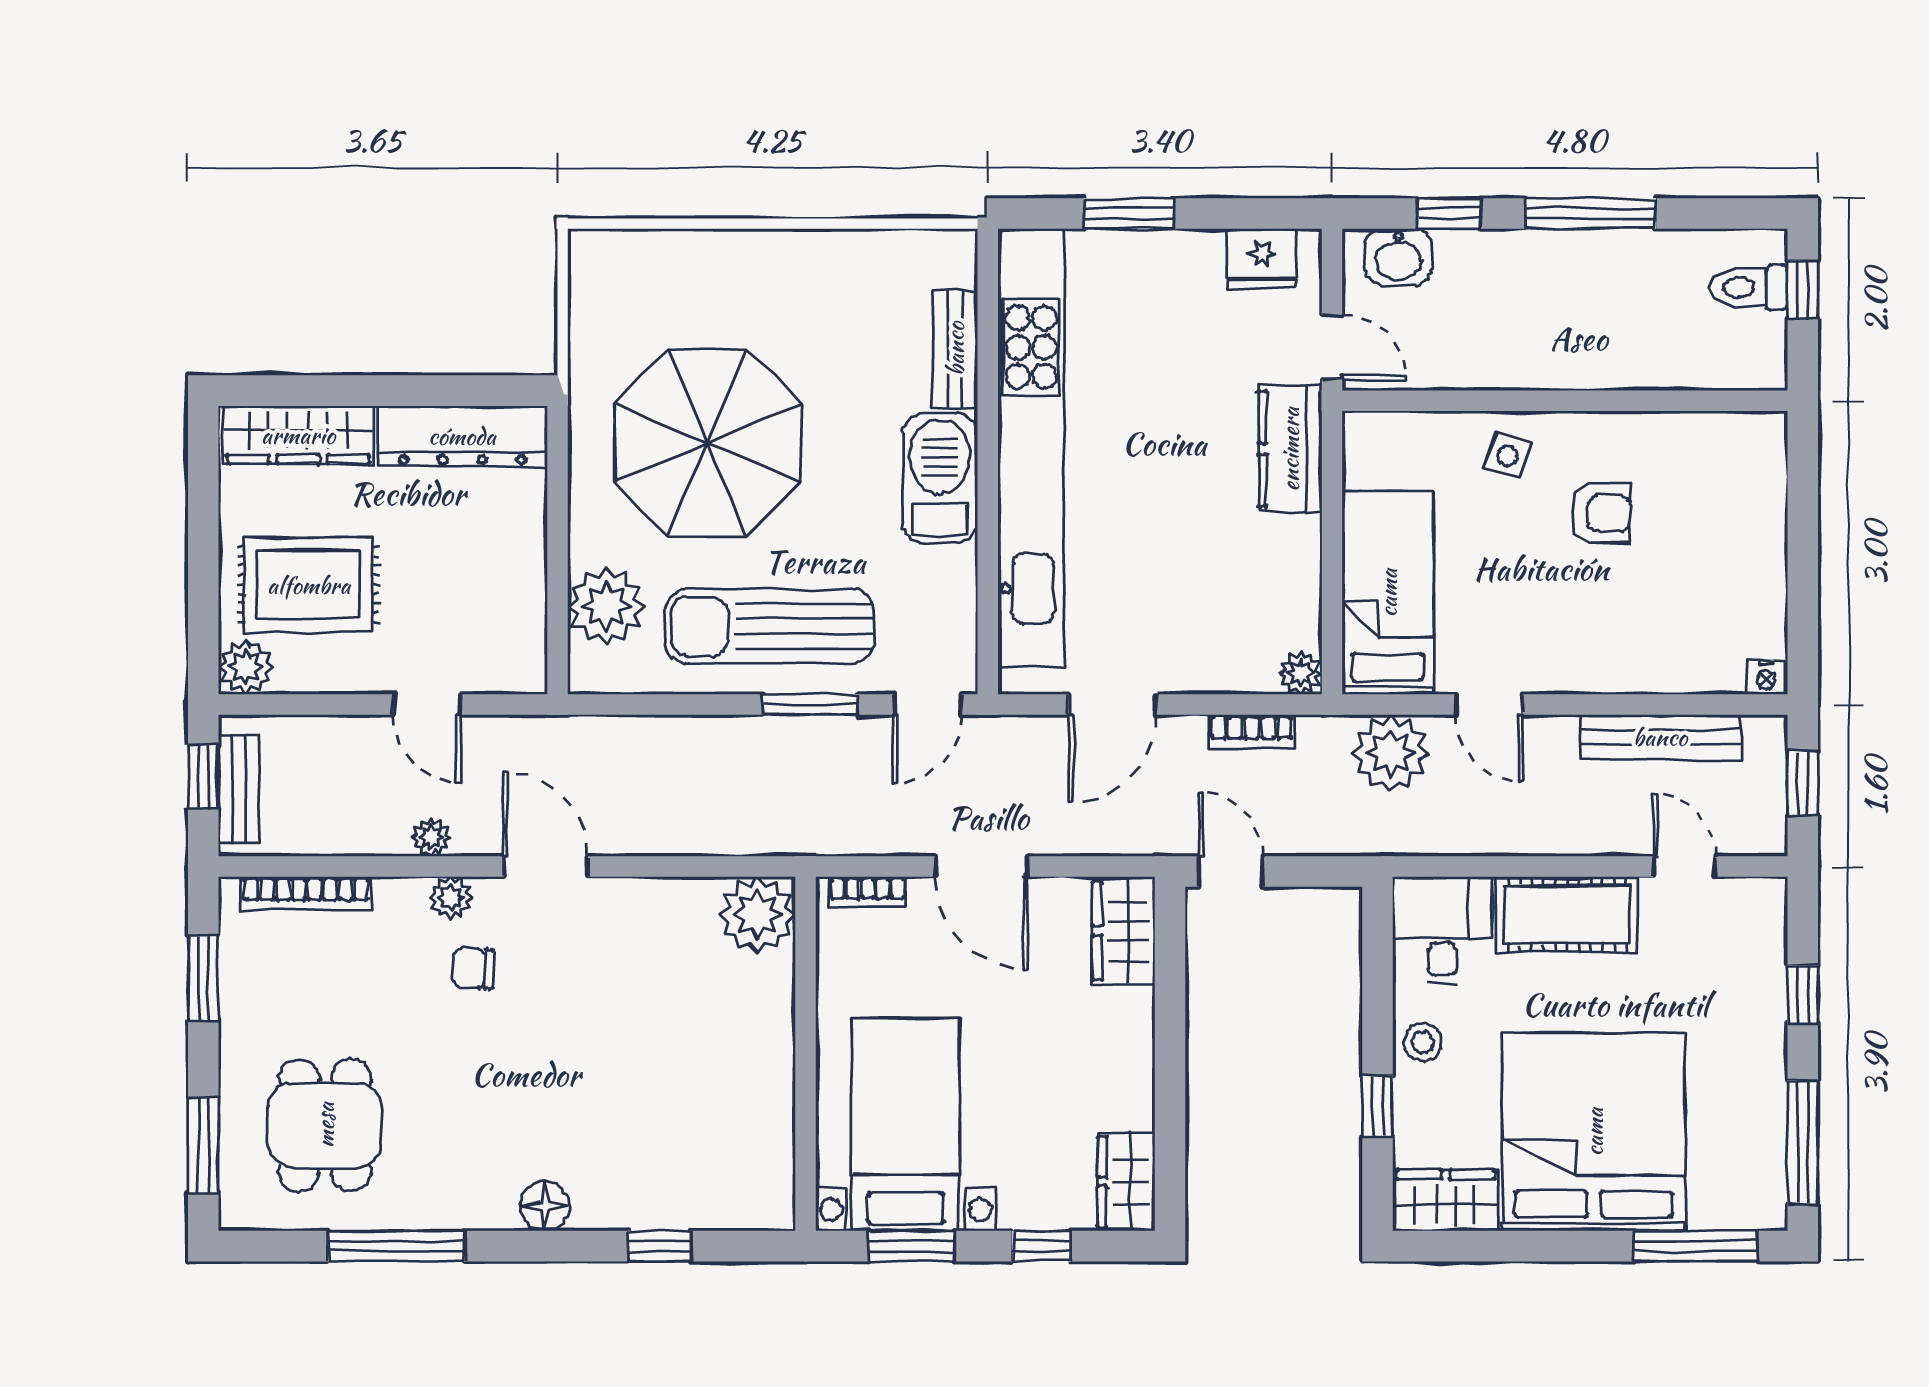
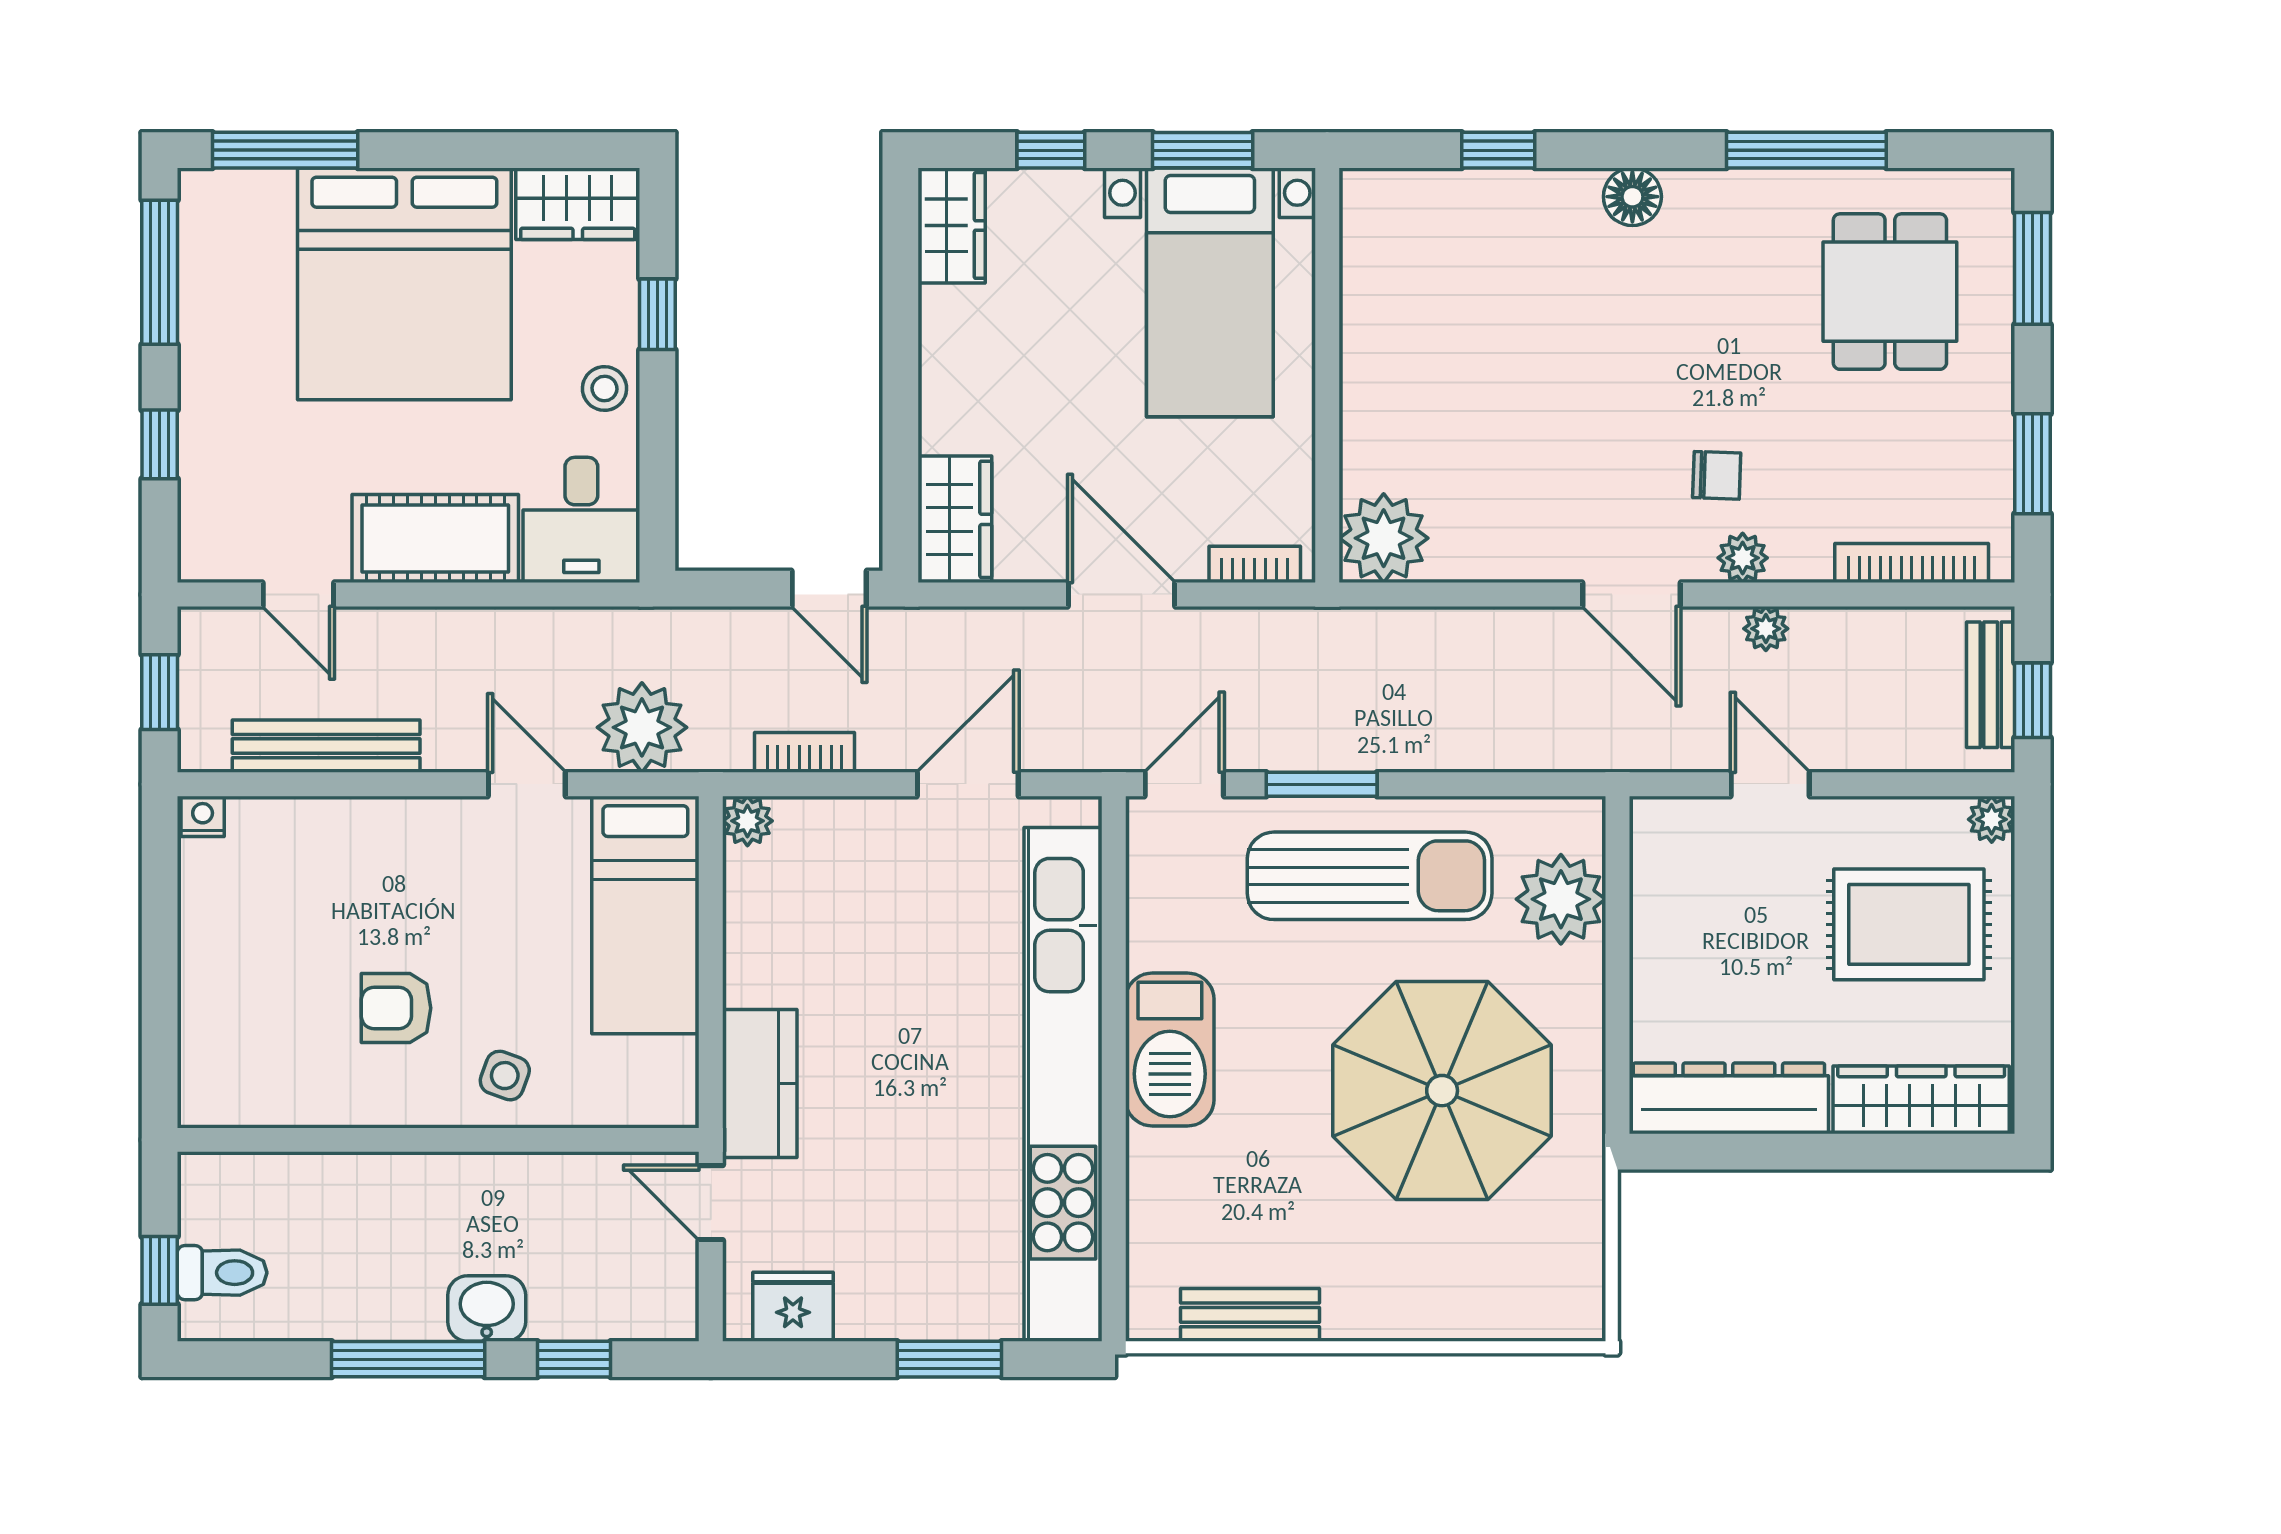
washbasin: (1398, 257) -> (487, 1309), moved
bench: (955, 349) -> (1250, 1315), moved, turned 90
plant: (246, 667) -> (1992, 819), width x0.73, depth x0.73

